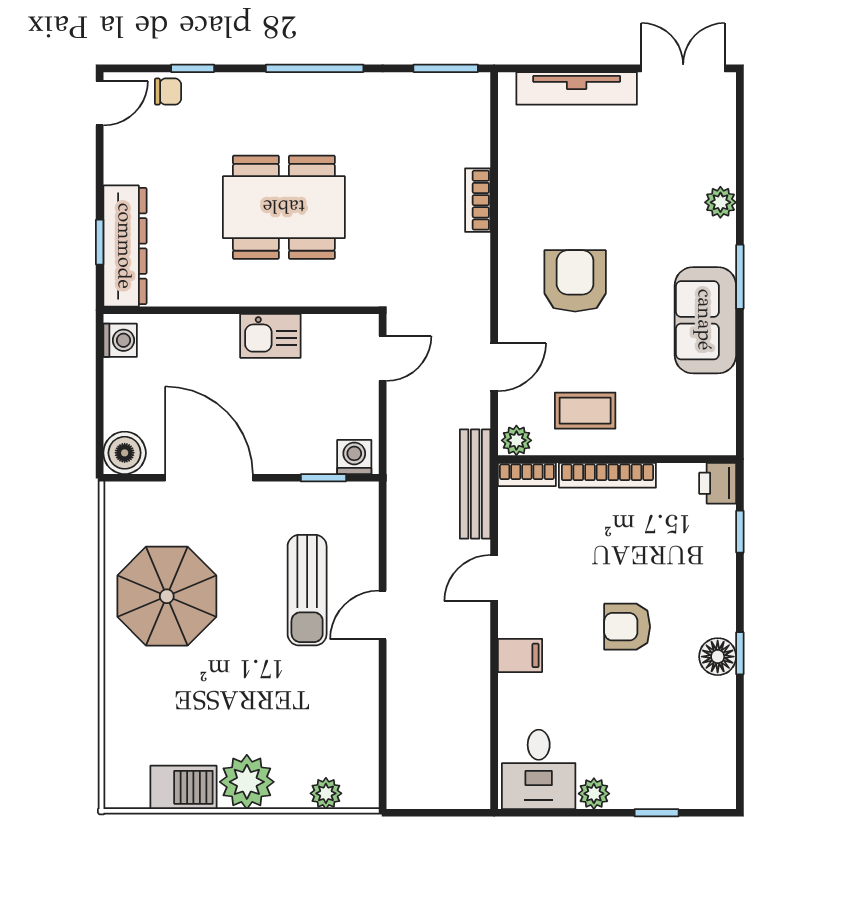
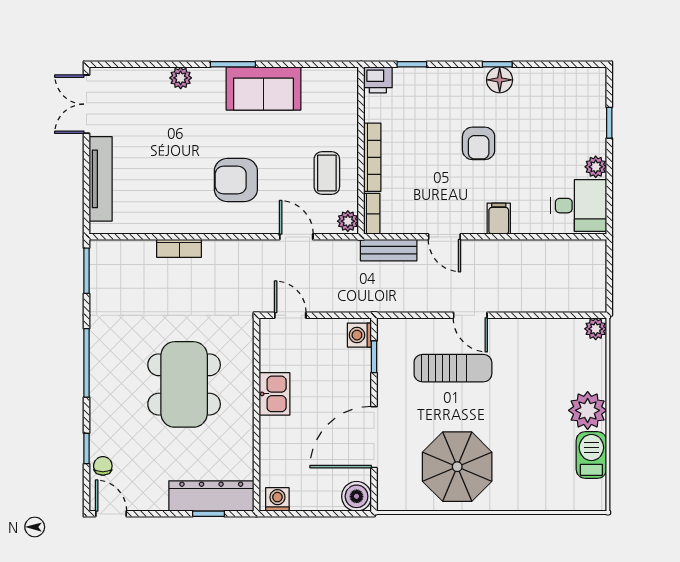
bench: (475, 484) -> (389, 250), width x0.73
plant: (326, 793) -> (596, 329), moved

